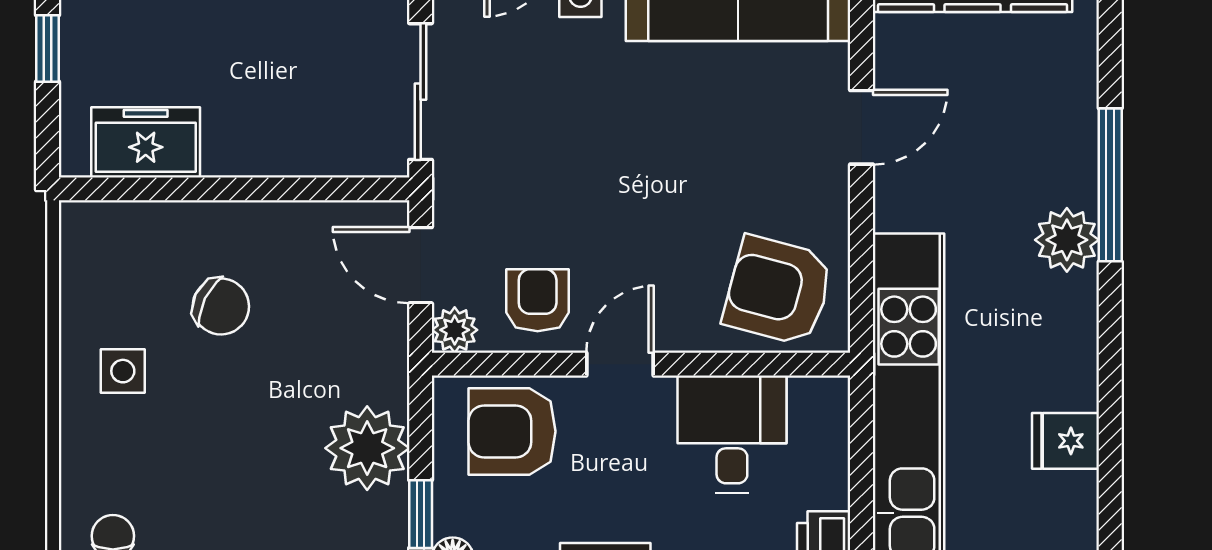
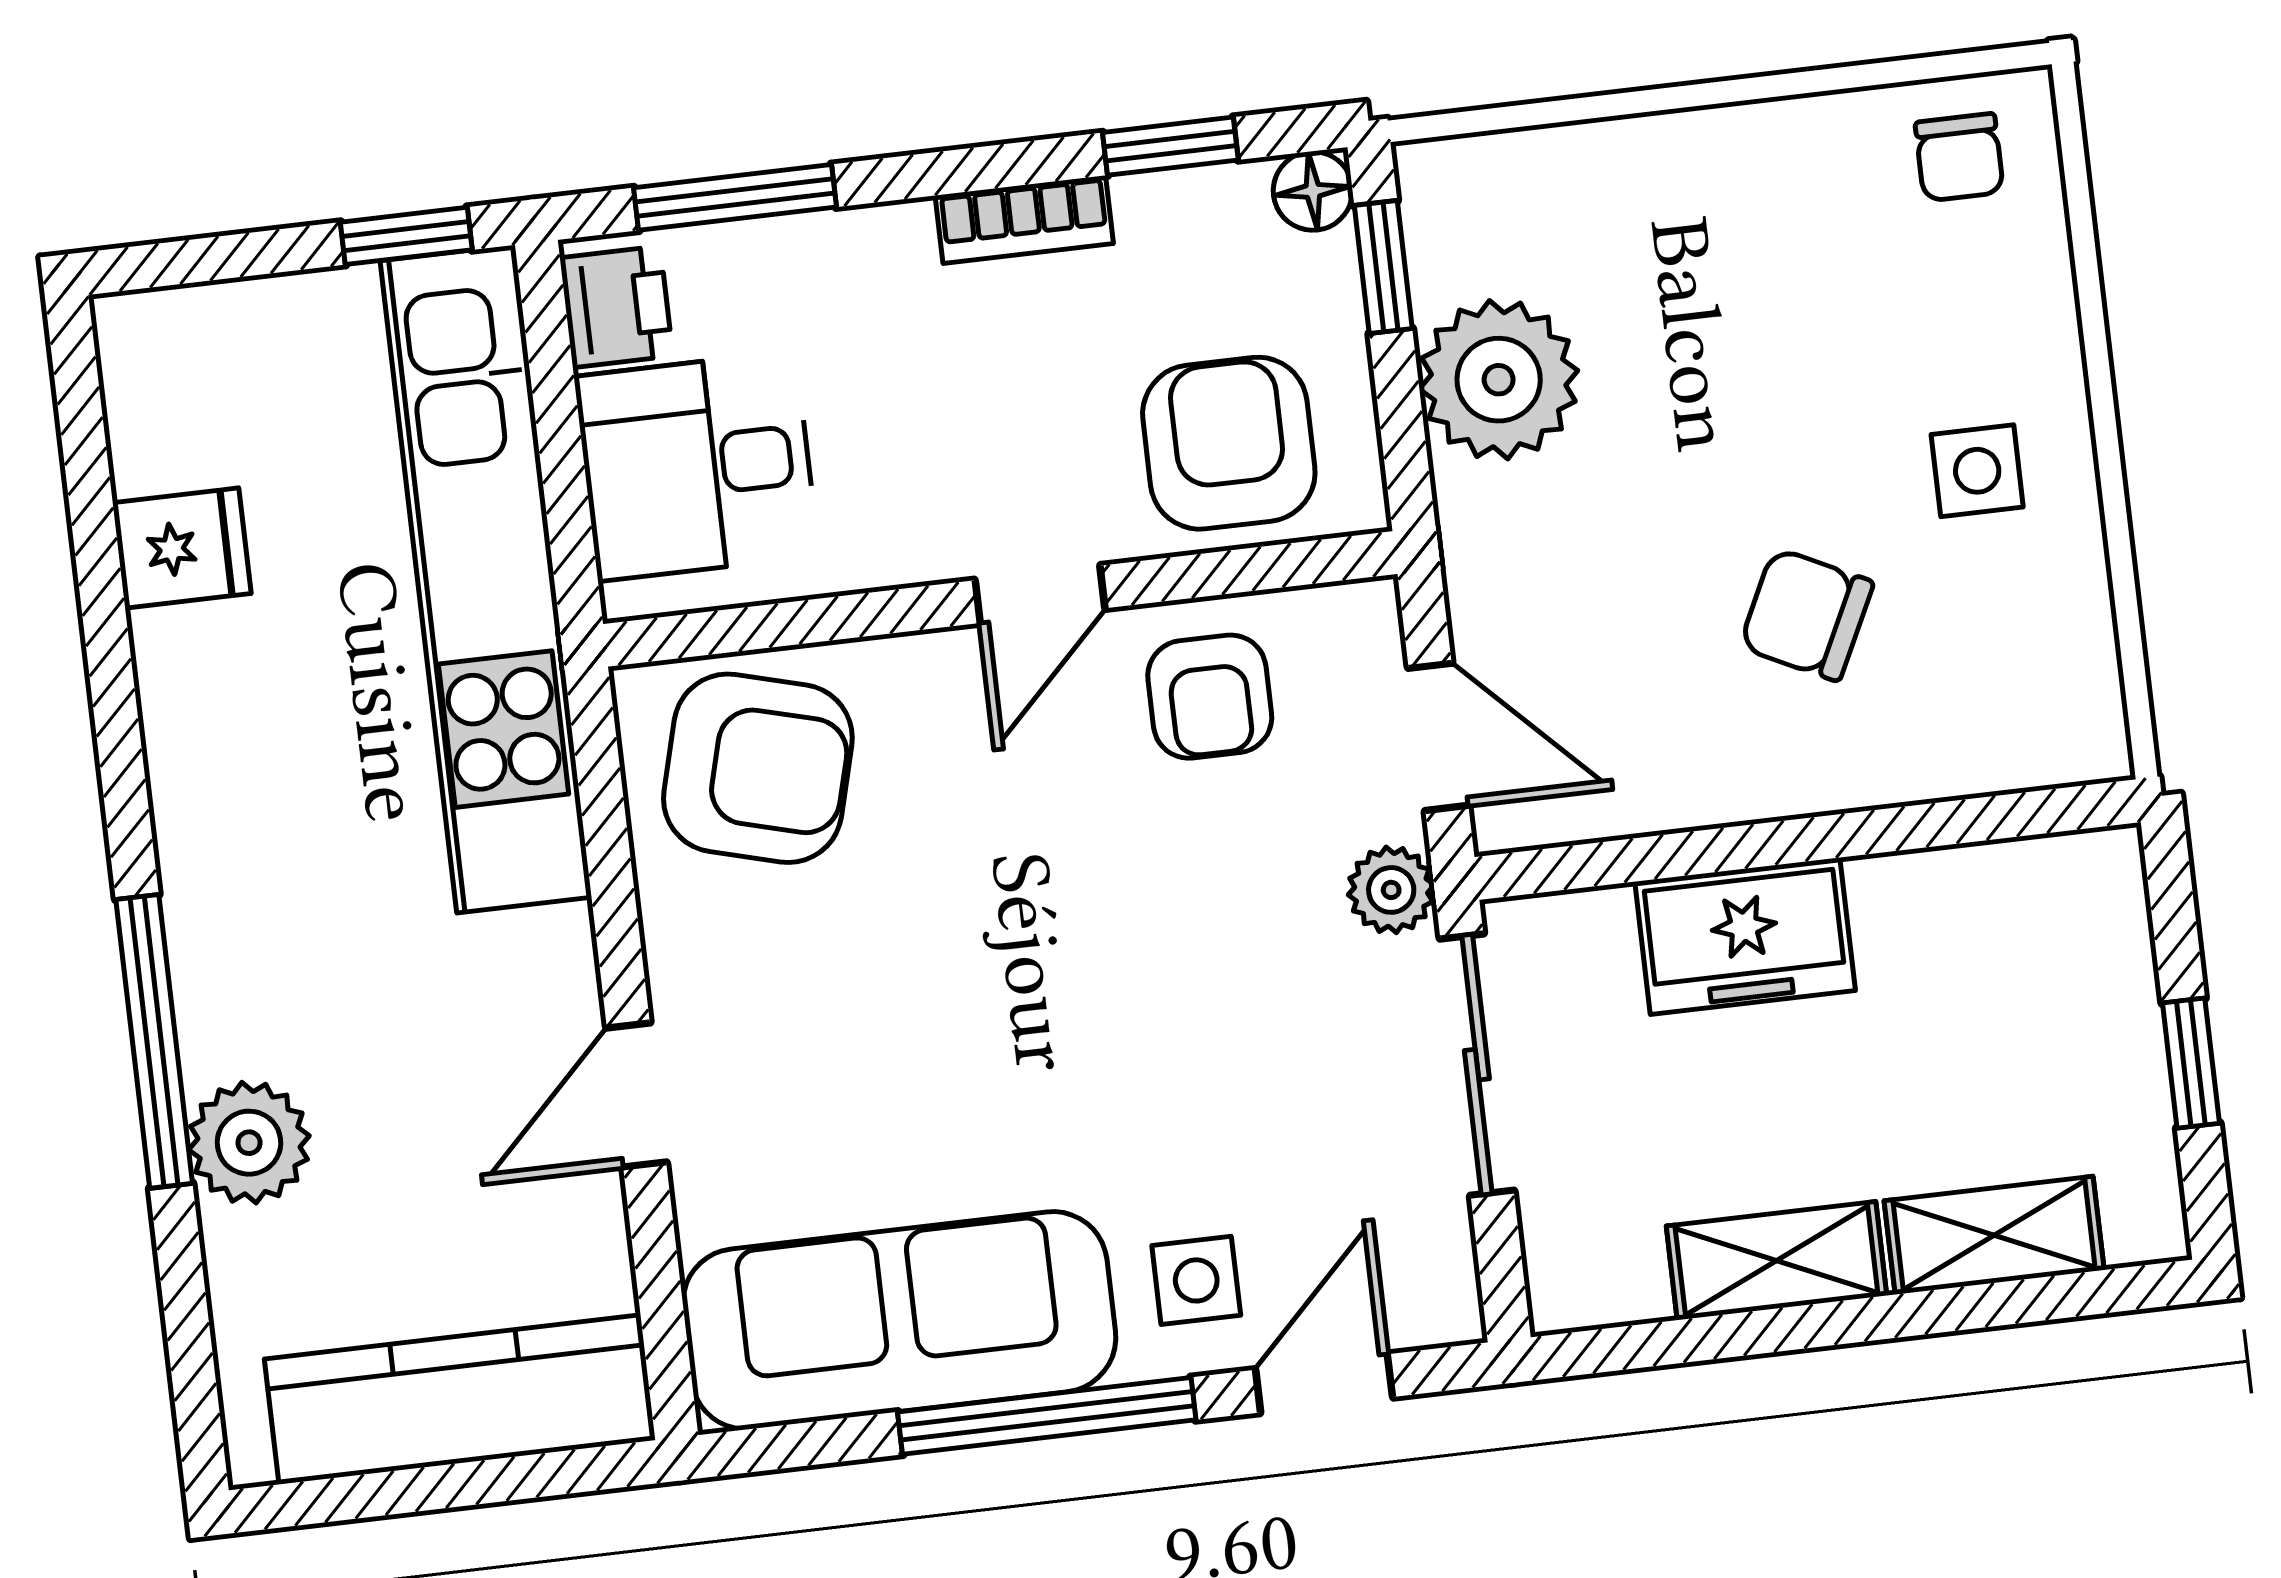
freezer: (146, 142) -> (1745, 936), moved
plant: (1067, 240) -> (249, 1143), moved
plant: (455, 330) -> (1391, 890), moved
armchair: (512, 431) -> (1229, 443), turned -90
desk: (732, 434) -> (697, 466), moved, turned 90

